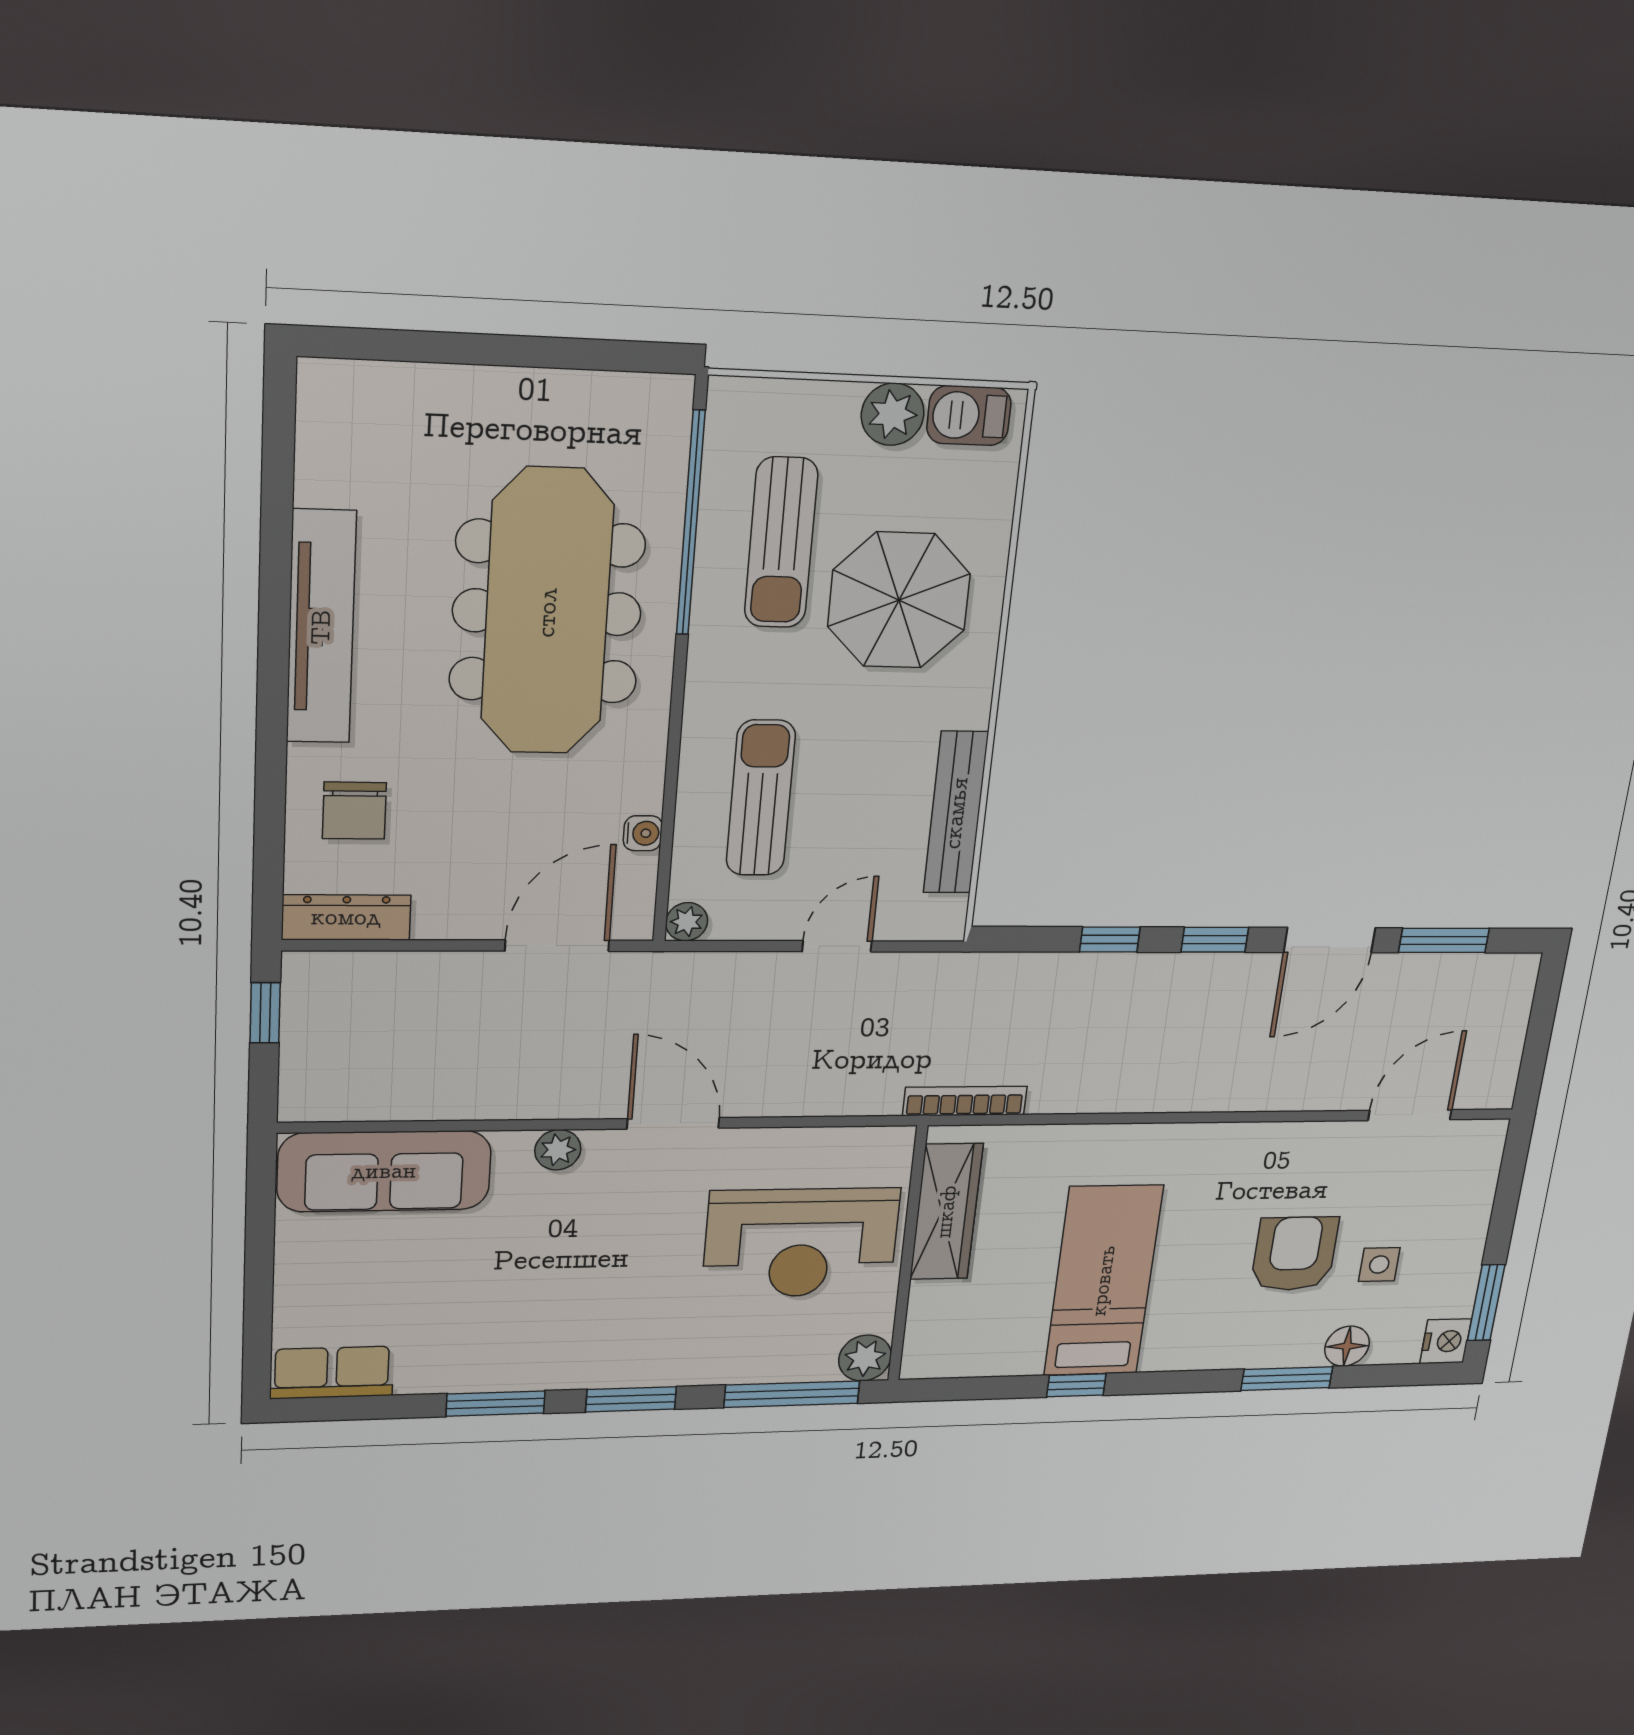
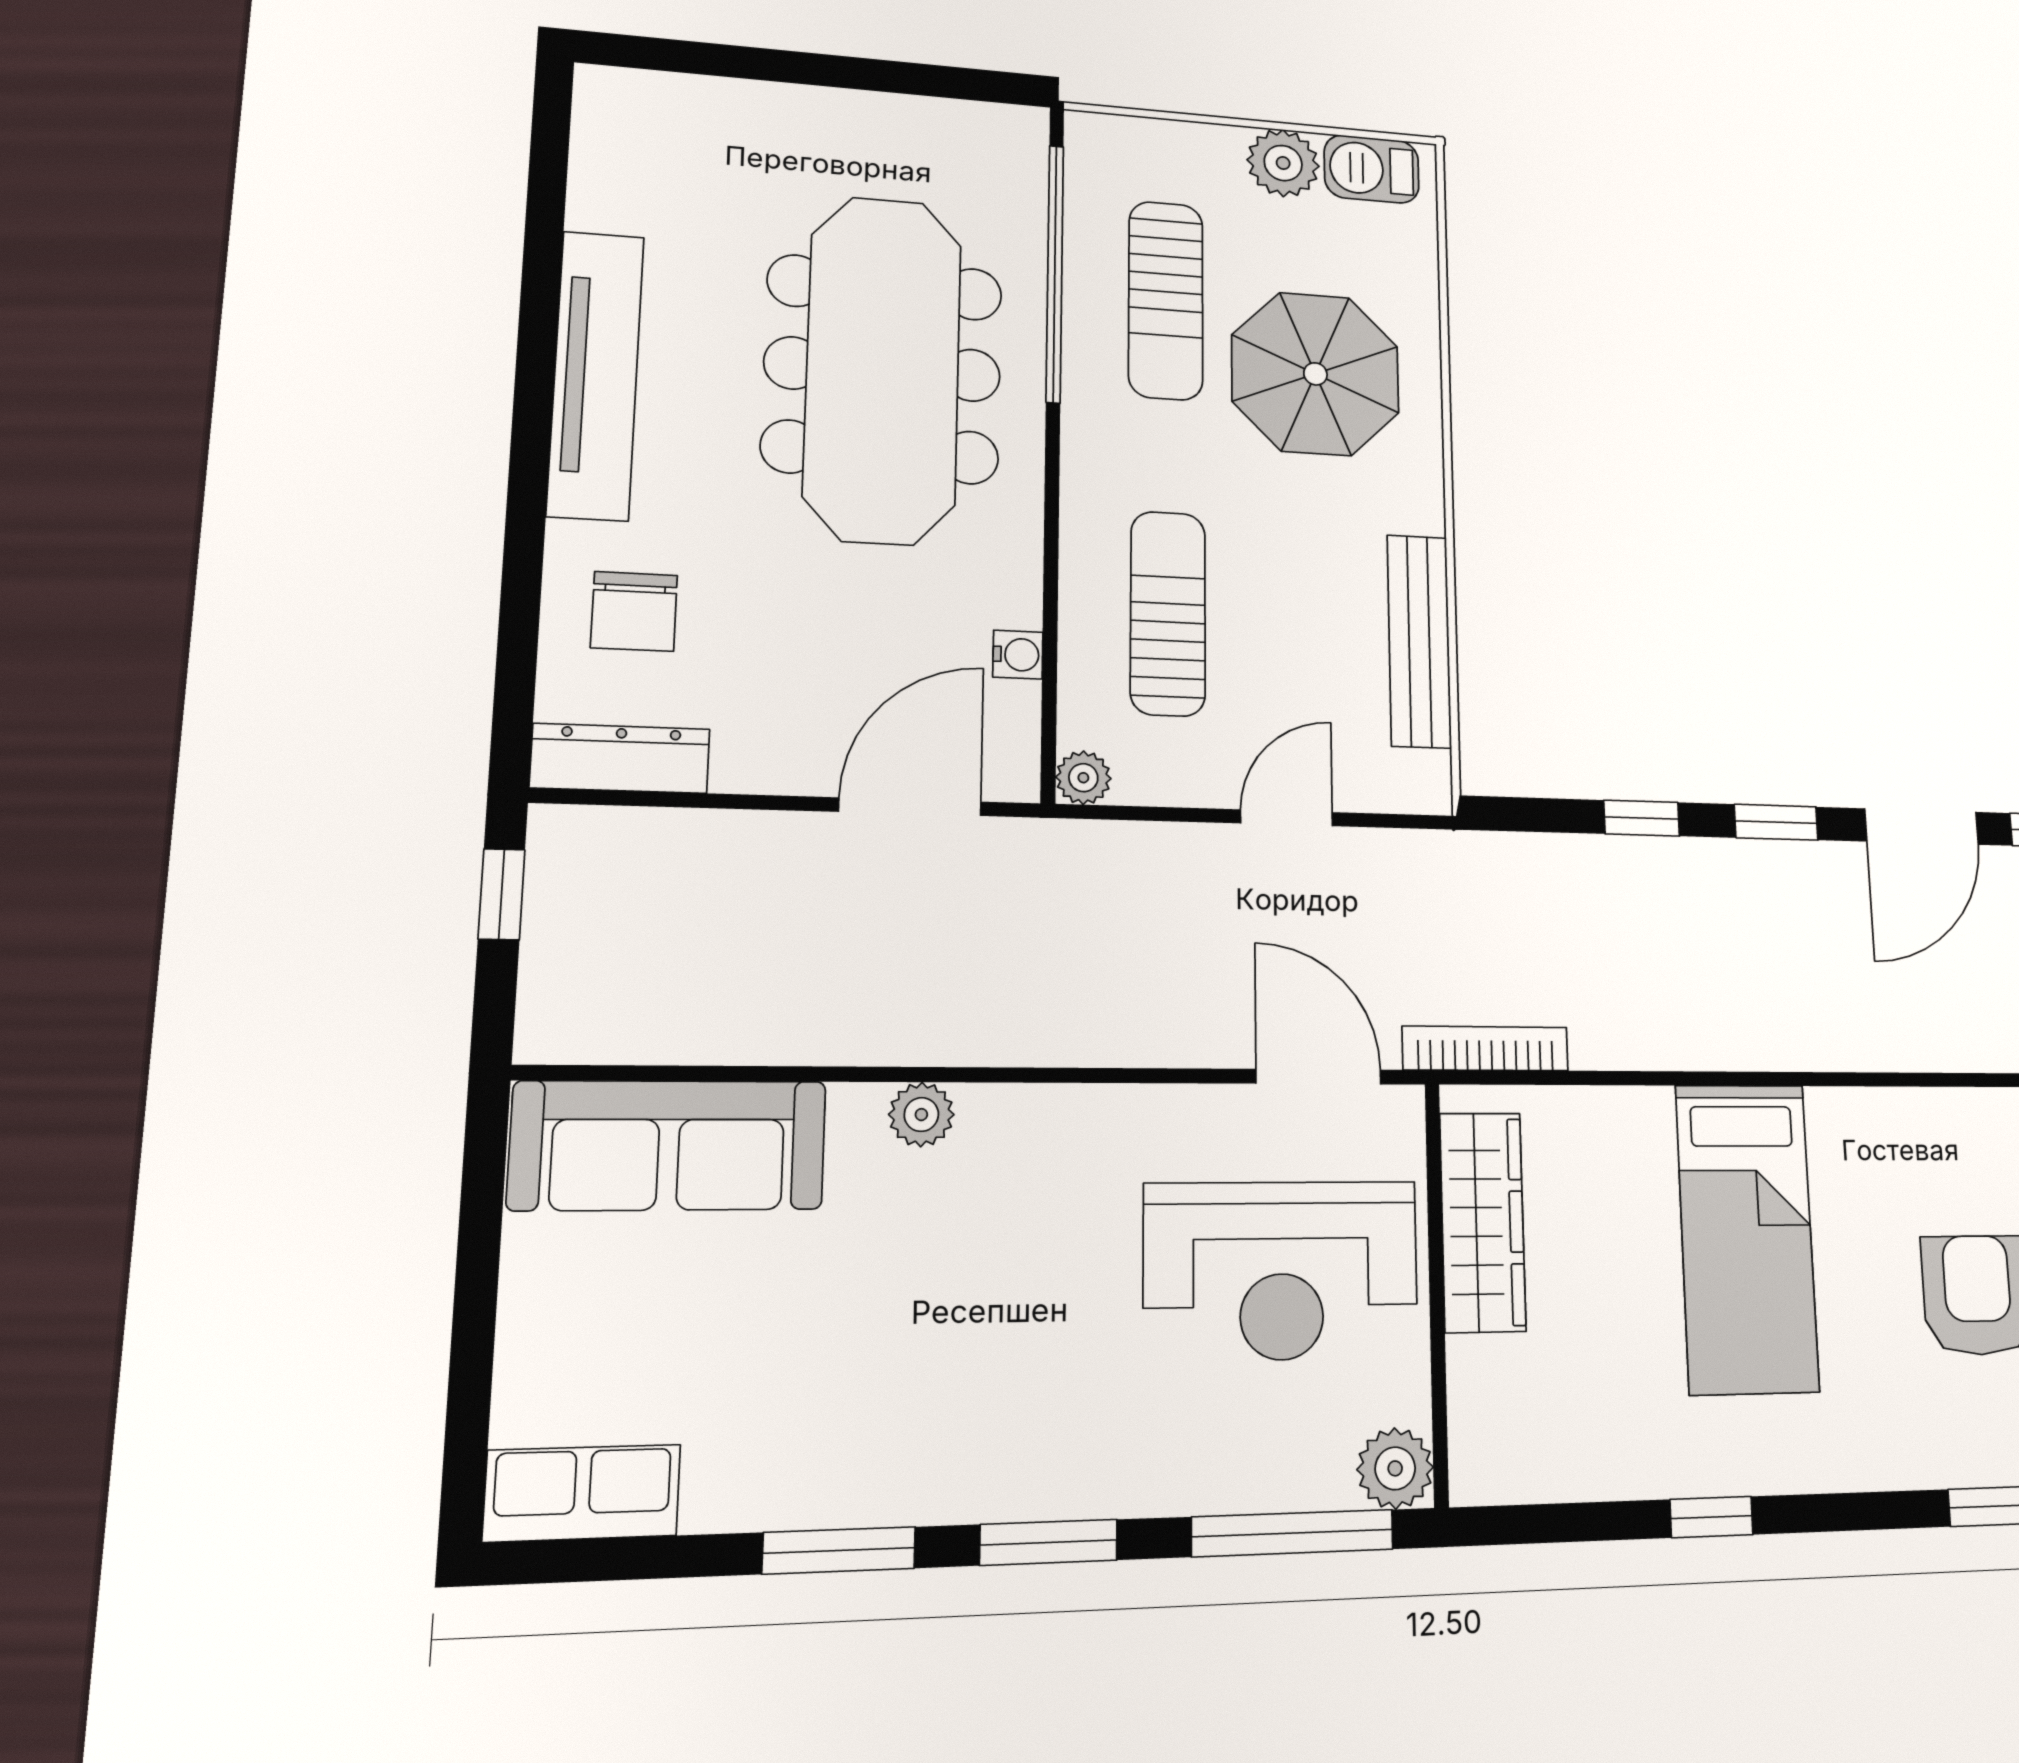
door: (673, 1123) -> (1318, 1077), moved
bed: (1103, 1281) -> (1747, 1238), moved, turned 180

